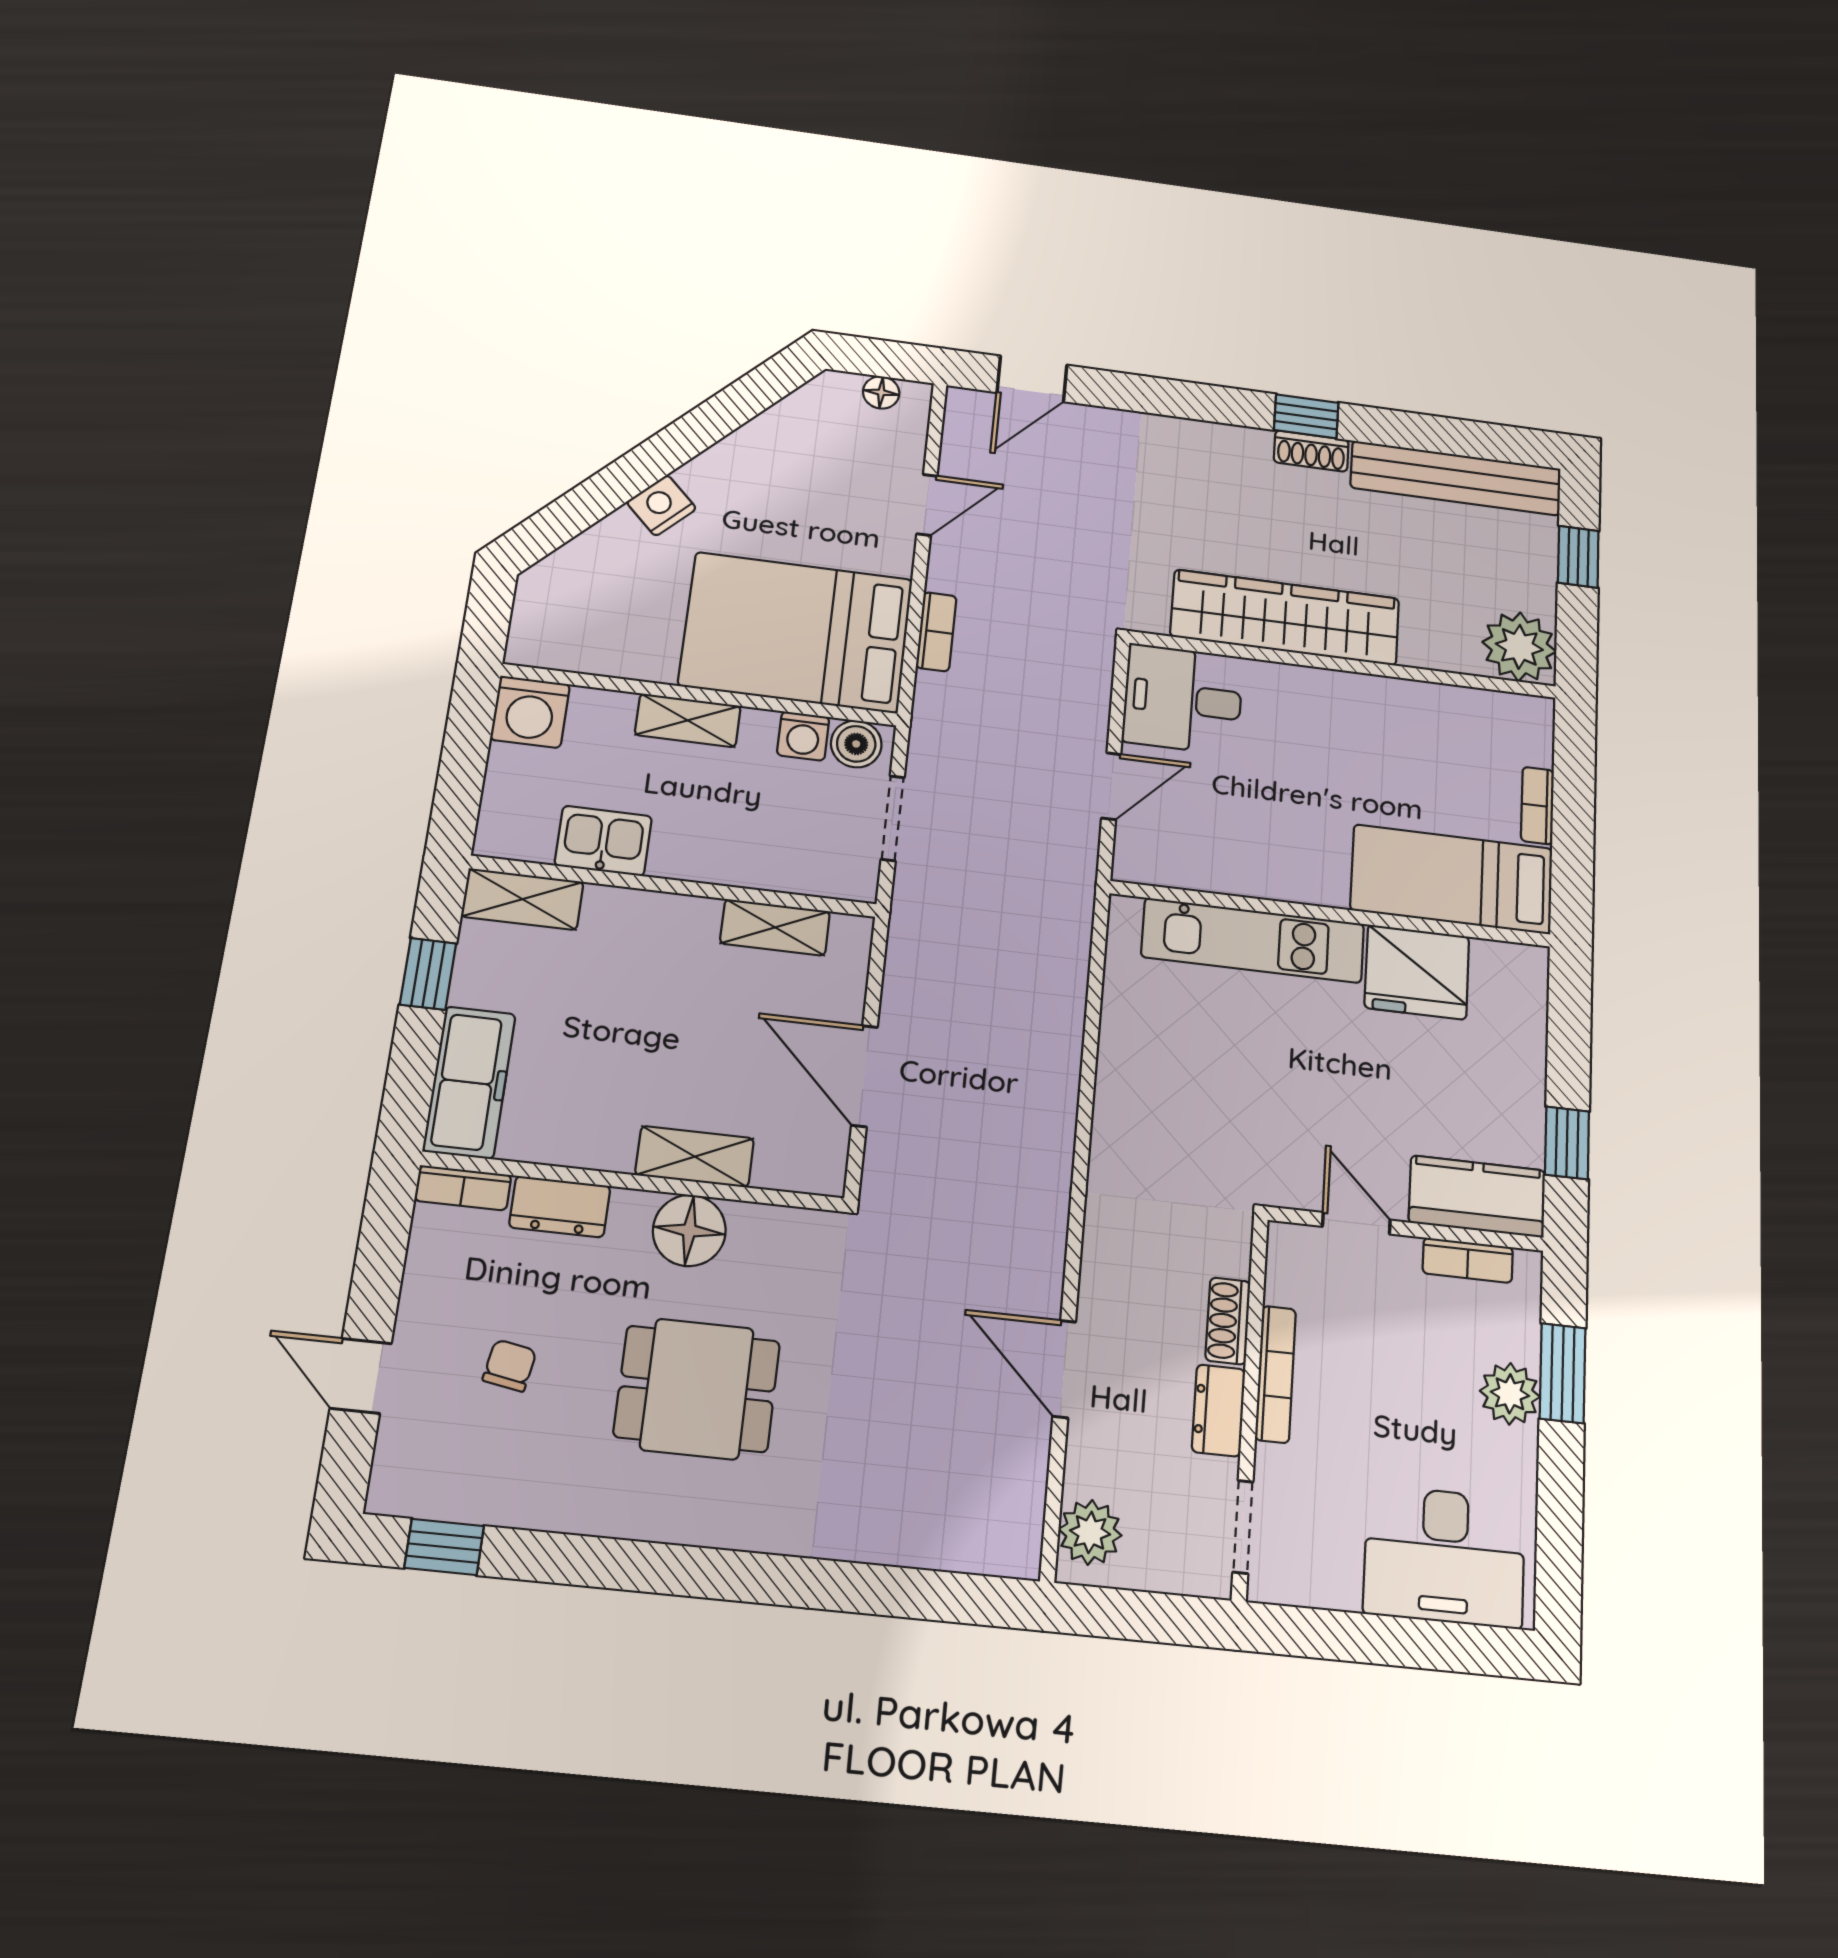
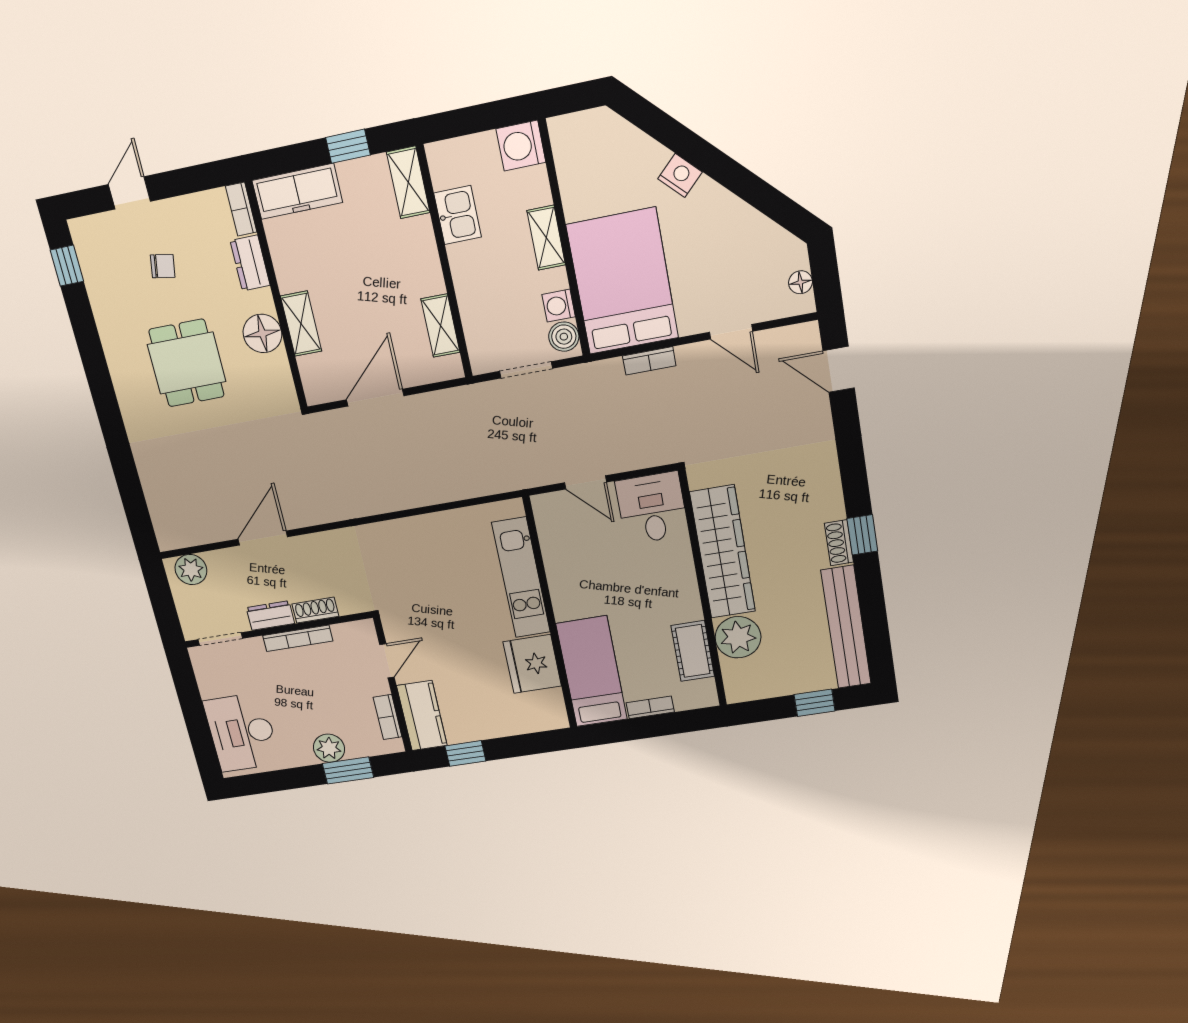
plant: (1519, 647) -> (738, 637), moved
cot: (1448, 710) -> (693, 651), added

